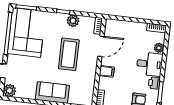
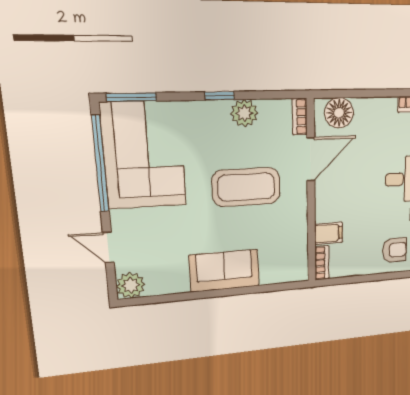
floor lamp: (117, 27) -> (339, 113), added
coffee table: (69, 54) -> (246, 187), turned 90
filing cabinet: (107, 71) -> (329, 233), moved

